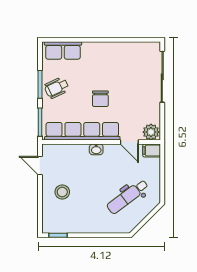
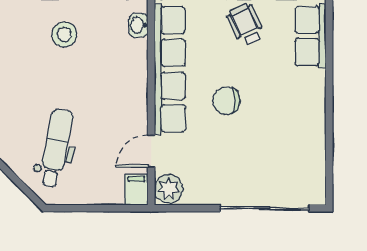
washbasin: (96, 149) -> (138, 25), moved
dental chair: (128, 197) -> (56, 148), turned 48

